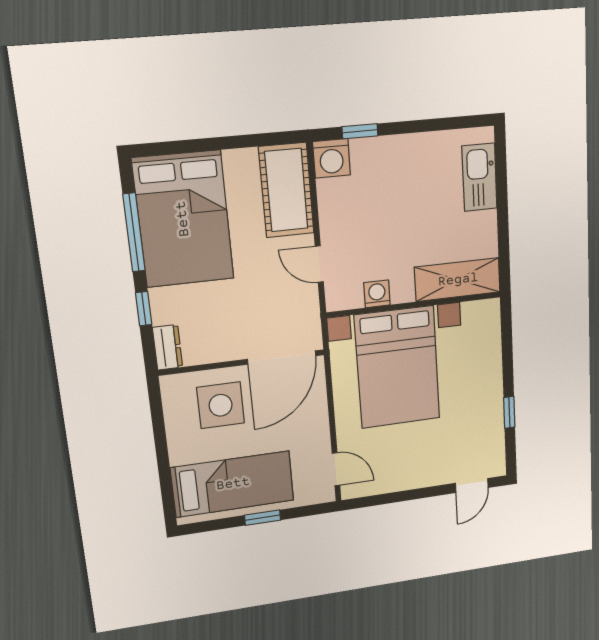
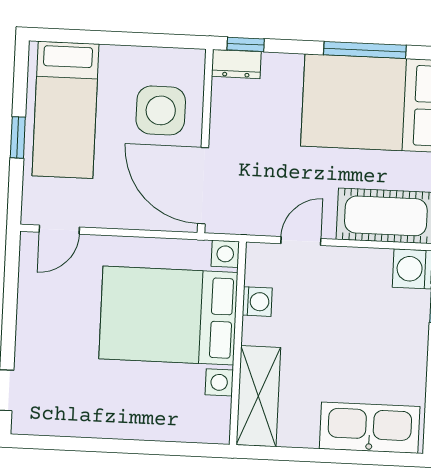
kitchen sink: (479, 177) -> (370, 428), width x1.36, depth x1.24
window: (144, 309) -> (246, 44), moved
window: (509, 412) -> (89, 445), removed

